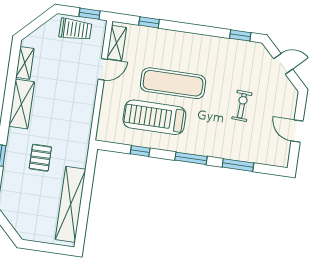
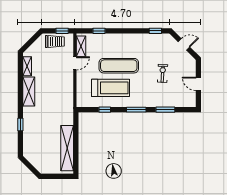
treadmill: (154, 117) -> (111, 88), turned 180
pallet: (40, 158) -> (45, 122), removed

